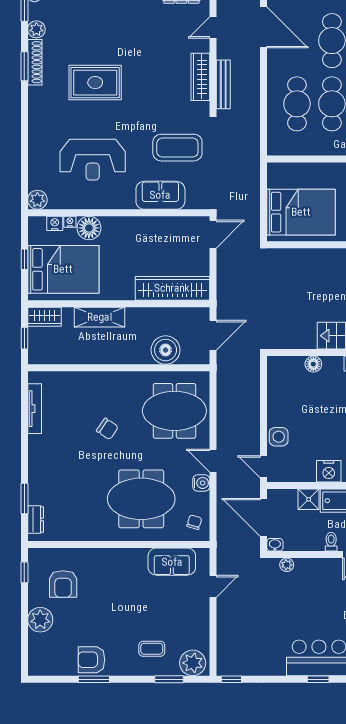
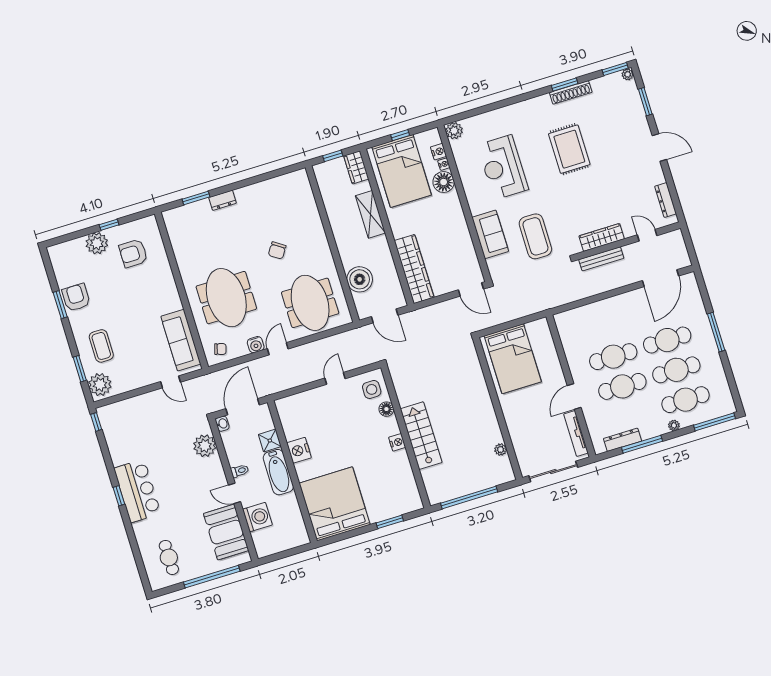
plant: (36, 29) -> (599, 85), removed
cafe table: (297, 104) -> (604, 327), removed
tv unit: (35, 409) -> (275, 183), removed
side table: (279, 437) -> (372, 389), moved
door: (264, 467) -> (335, 378), moved
dresser: (36, 520) -> (222, 200), moved
sofa: (172, 562) -> (181, 340), width x1.36
plant: (287, 565) -> (205, 446), width x1.88, depth x1.88
window: (24, 572) -> (109, 225), moved
coffee table: (152, 649) -> (101, 346), width x1.36, depth x1.30

